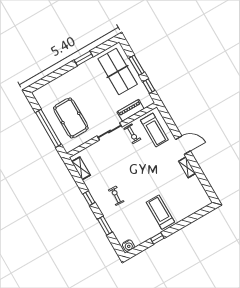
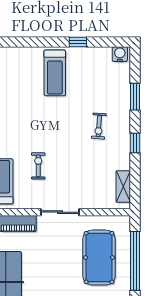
exercise bike: (132, 134) -> (38, 166), moved

